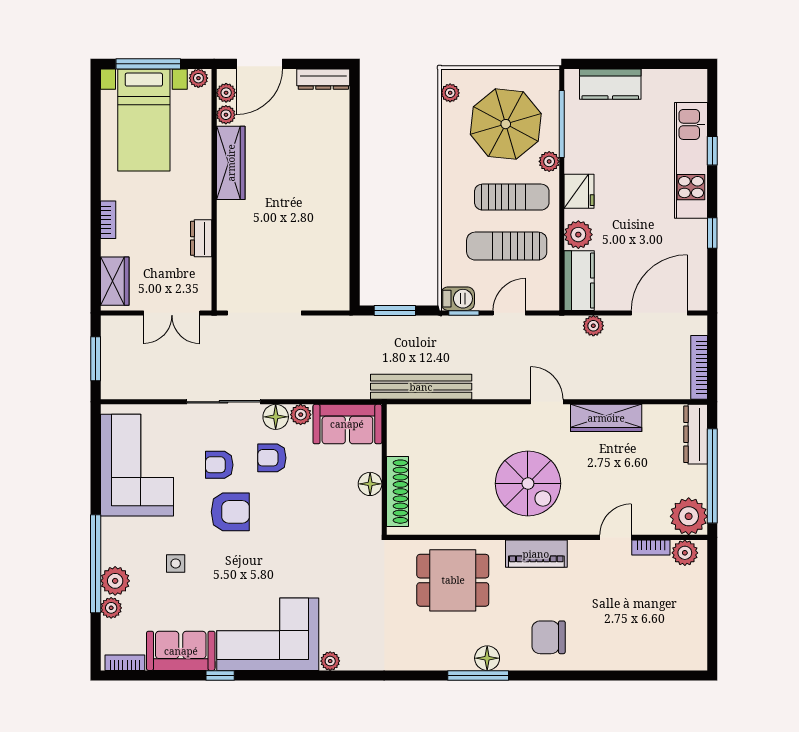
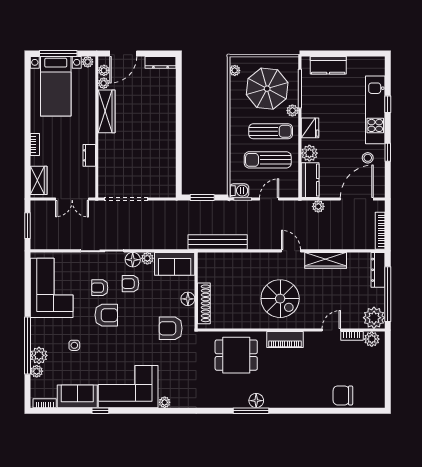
stool: (678, 242) -> (368, 158), added
armchair: (341, 534) -> (171, 328), added
chair: (549, 637) -> (343, 395), moved

